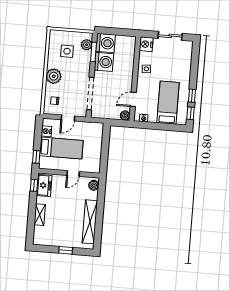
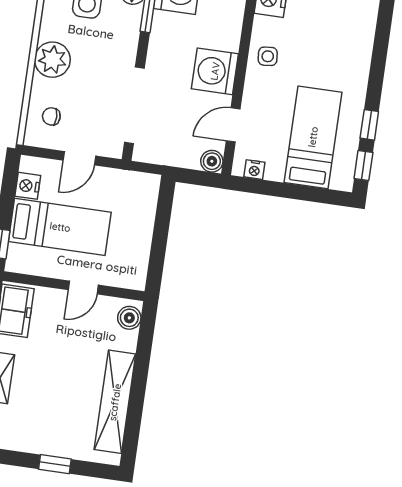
washing machine: (104, 62) -> (215, 71), moved, turned 180

